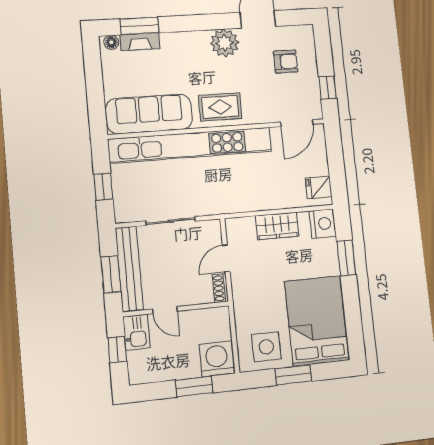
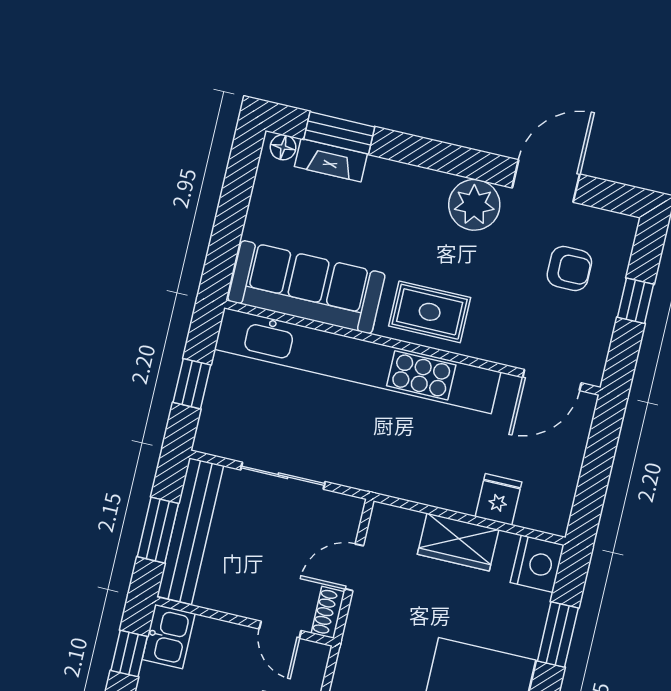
window: (328, 88) -> (635, 301), moved
fridge: (319, 187) -> (498, 499), moved, turned 90
door: (165, 310) -> (280, 630), moved

